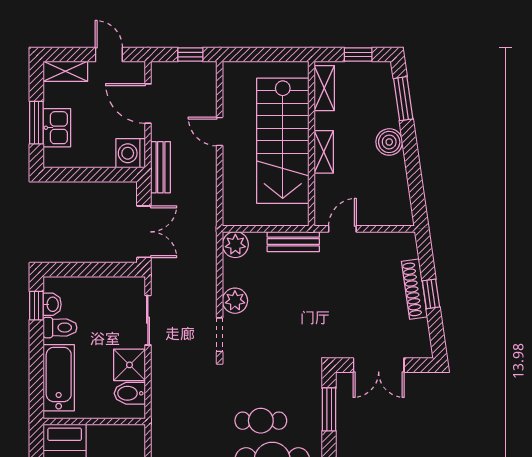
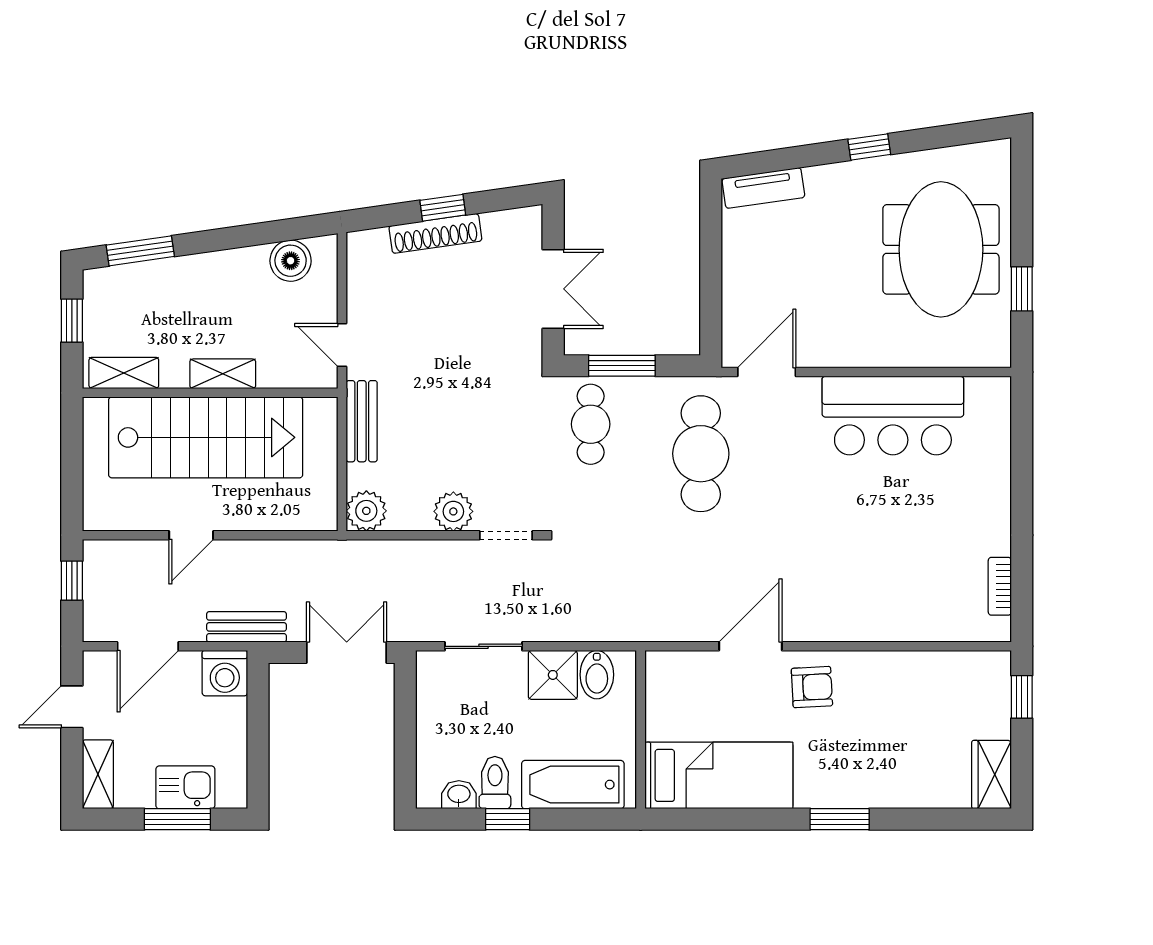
boiler: (389, 142) -> (291, 261), moved
window: (36, 306) -> (508, 819), moved
cafe table: (261, 421) -> (591, 424), moved

